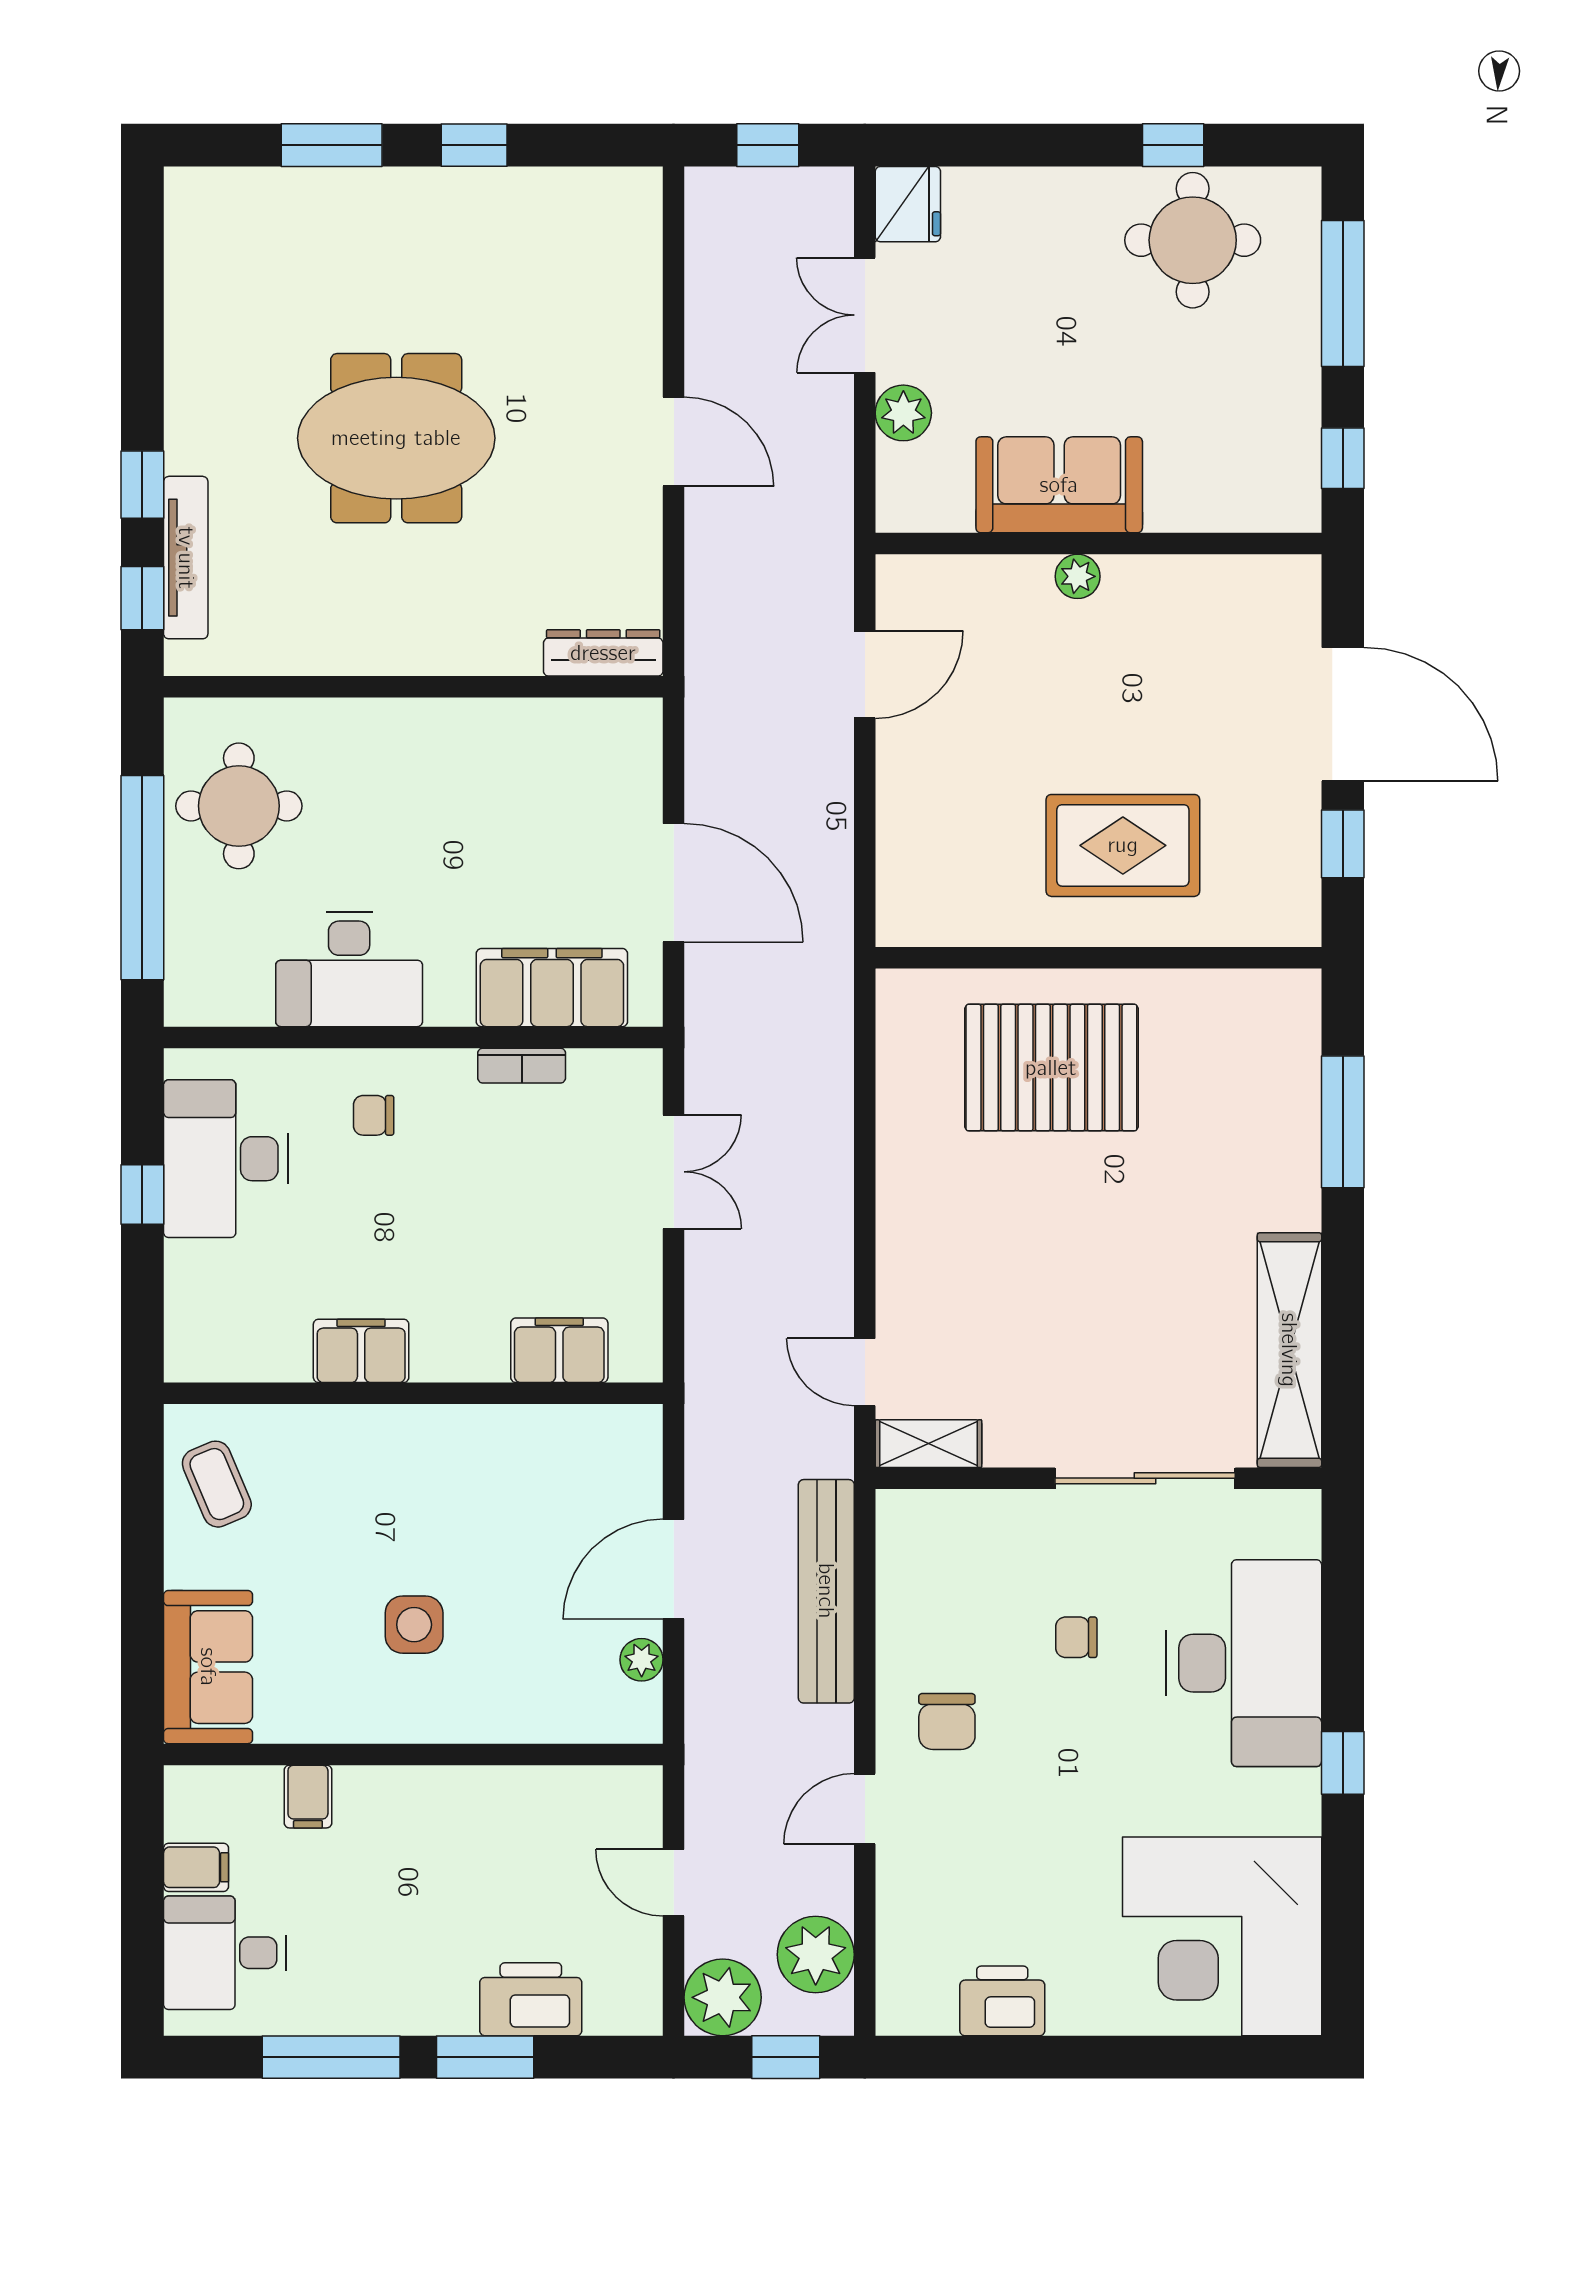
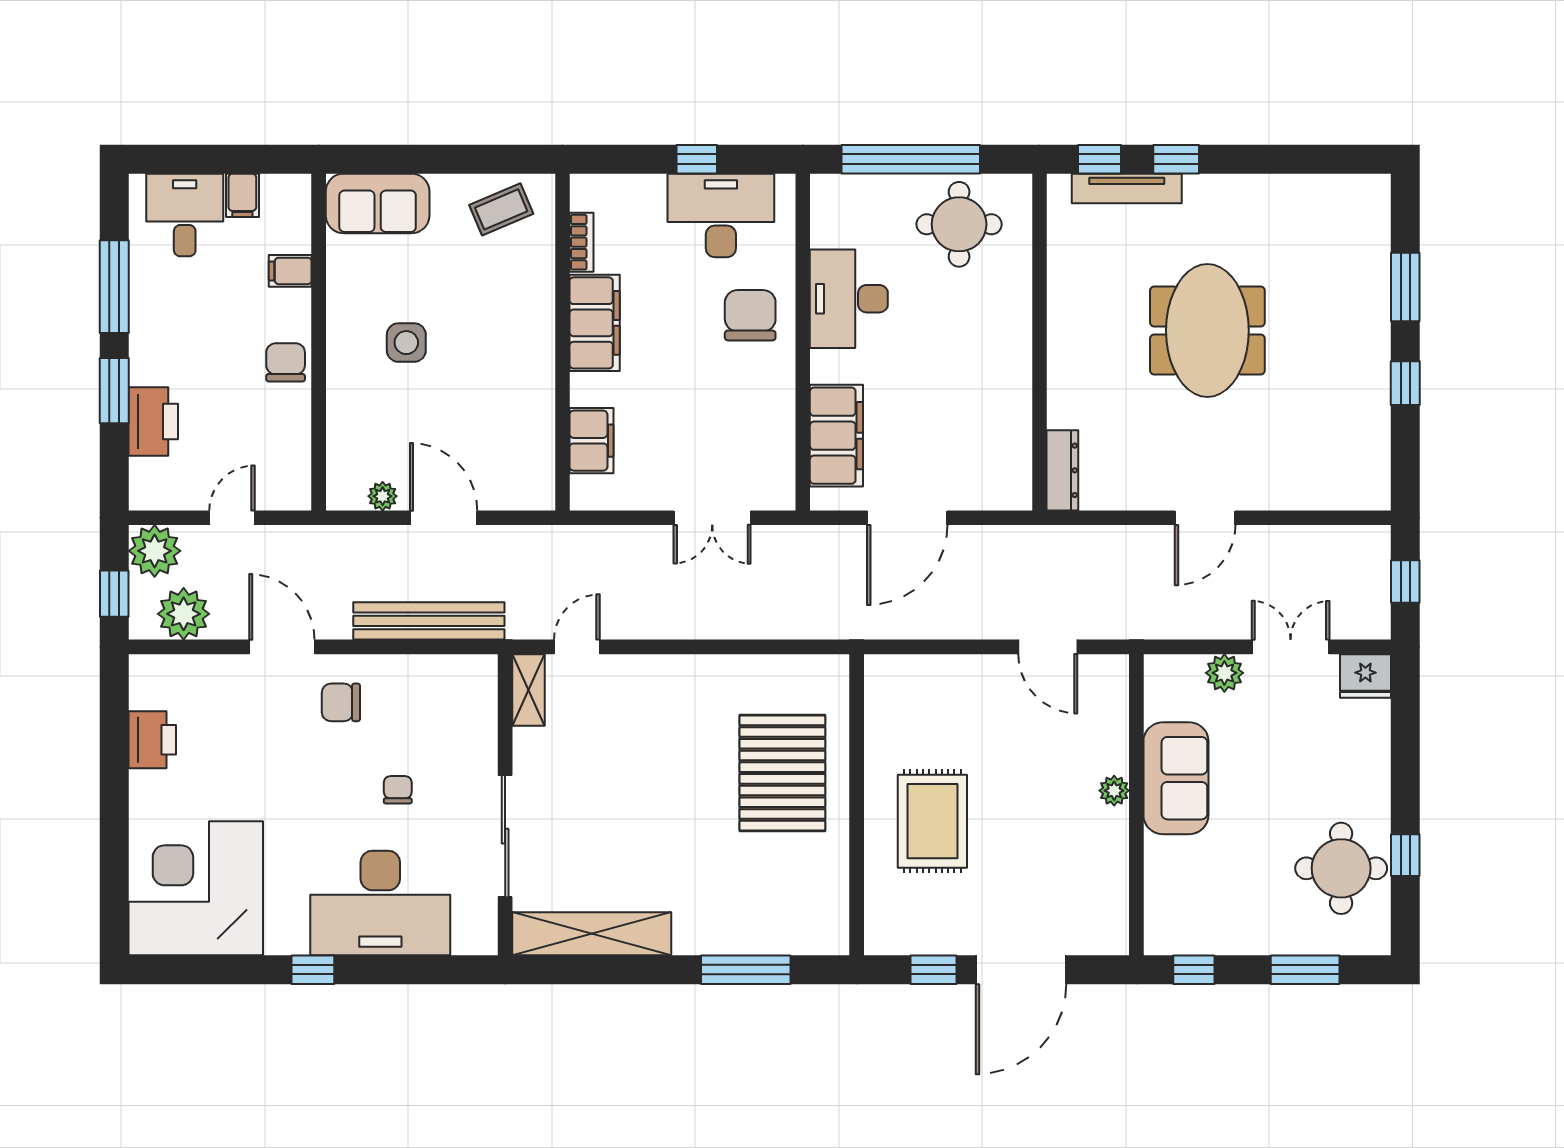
window: (1343, 294) -> (1305, 970), width x0.69
bookcase: (522, 1066) -> (582, 242), moved, turned 180
chair: (374, 1115) -> (750, 315), width x1.87, depth x1.87
filing cabinet: (361, 1351) -> (595, 323), width x1.50, depth x1.17
chair: (443, 1803) -> (286, 362), added
door: (865, 1809) -> (282, 647), width x1.38

